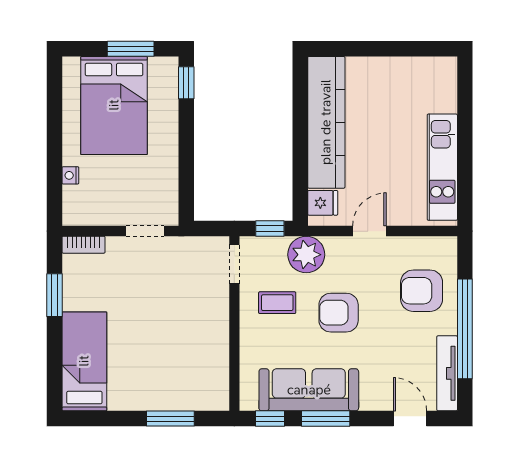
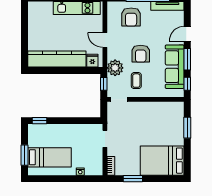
window: (131, 49) -> (25, 155), moved
bed: (114, 105) -> (49, 157), width x0.67
bed: (84, 361) -> (162, 161), width x1.50
door: (410, 419) -> (187, 34), moved

